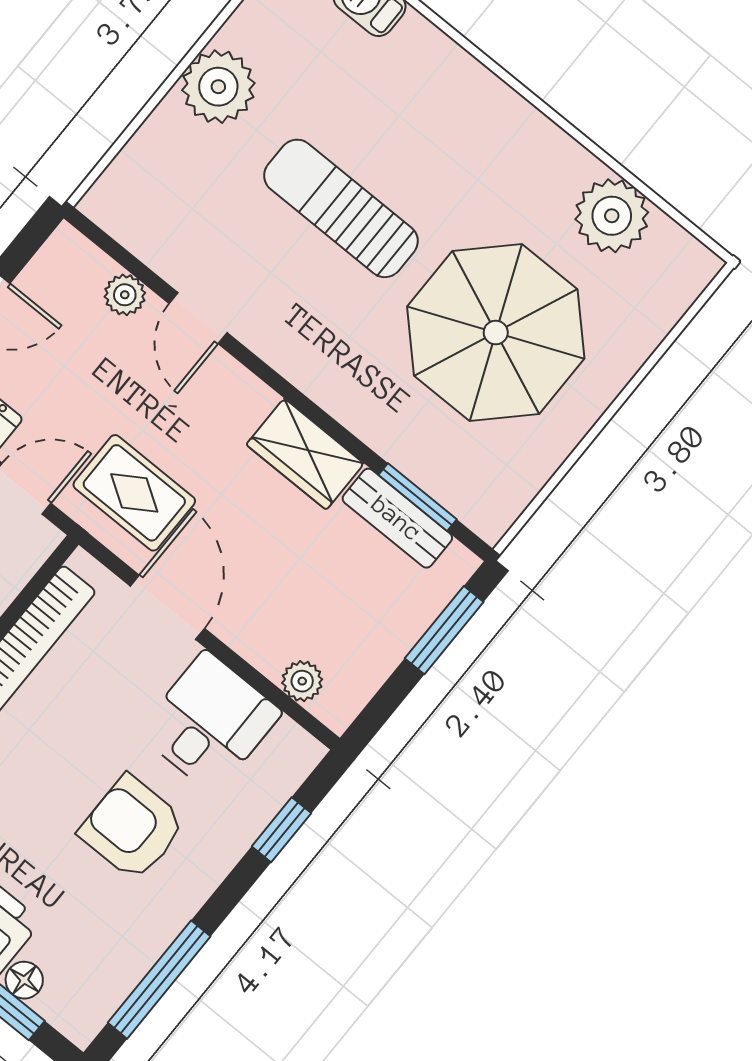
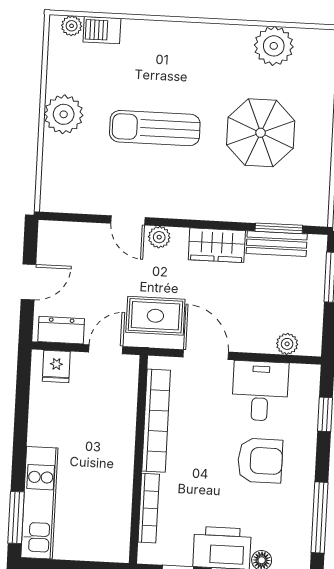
plant: (125, 295) -> (159, 237), moved
parasol: (496, 332) -> (261, 133), width x0.73, depth x0.73
armchair: (132, 828) -> (260, 461), turned 180

